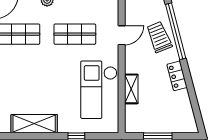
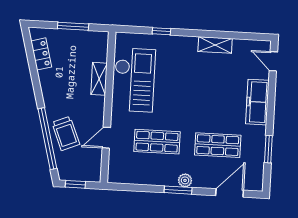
locker: (177, 76) -> (41, 54), moved
shelving: (34, 124) -> (215, 45), width x0.67, depth x0.75

